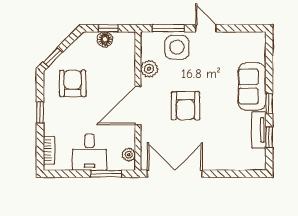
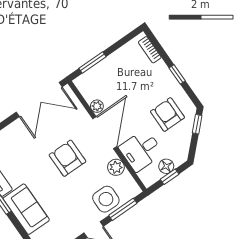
armchair: (73, 83) -> (167, 115), turned 180
desk: (90, 152) -> (141, 150), moved, turned -90
plant: (129, 155) -> (97, 106), moved

